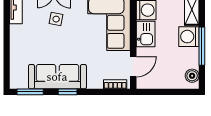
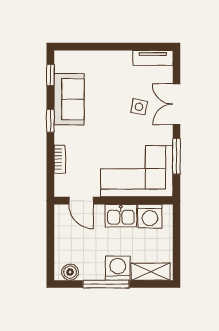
sofa: (57, 77) -> (69, 99), width x0.73
bookcase: (115, 84) -> (60, 159), moved
window: (30, 92) -> (50, 75), width x0.67

